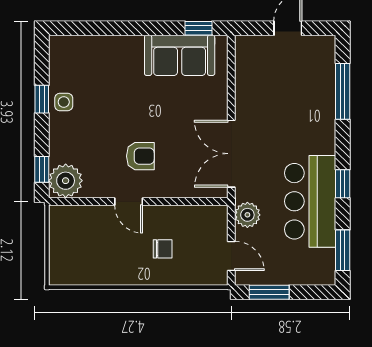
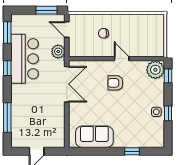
window: (199, 28) -> (132, 151), moved

